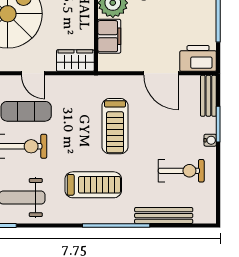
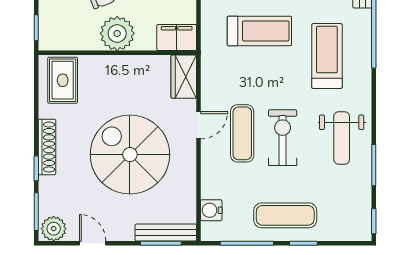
filing cabinet: (109, 36) -> (177, 37), moved

